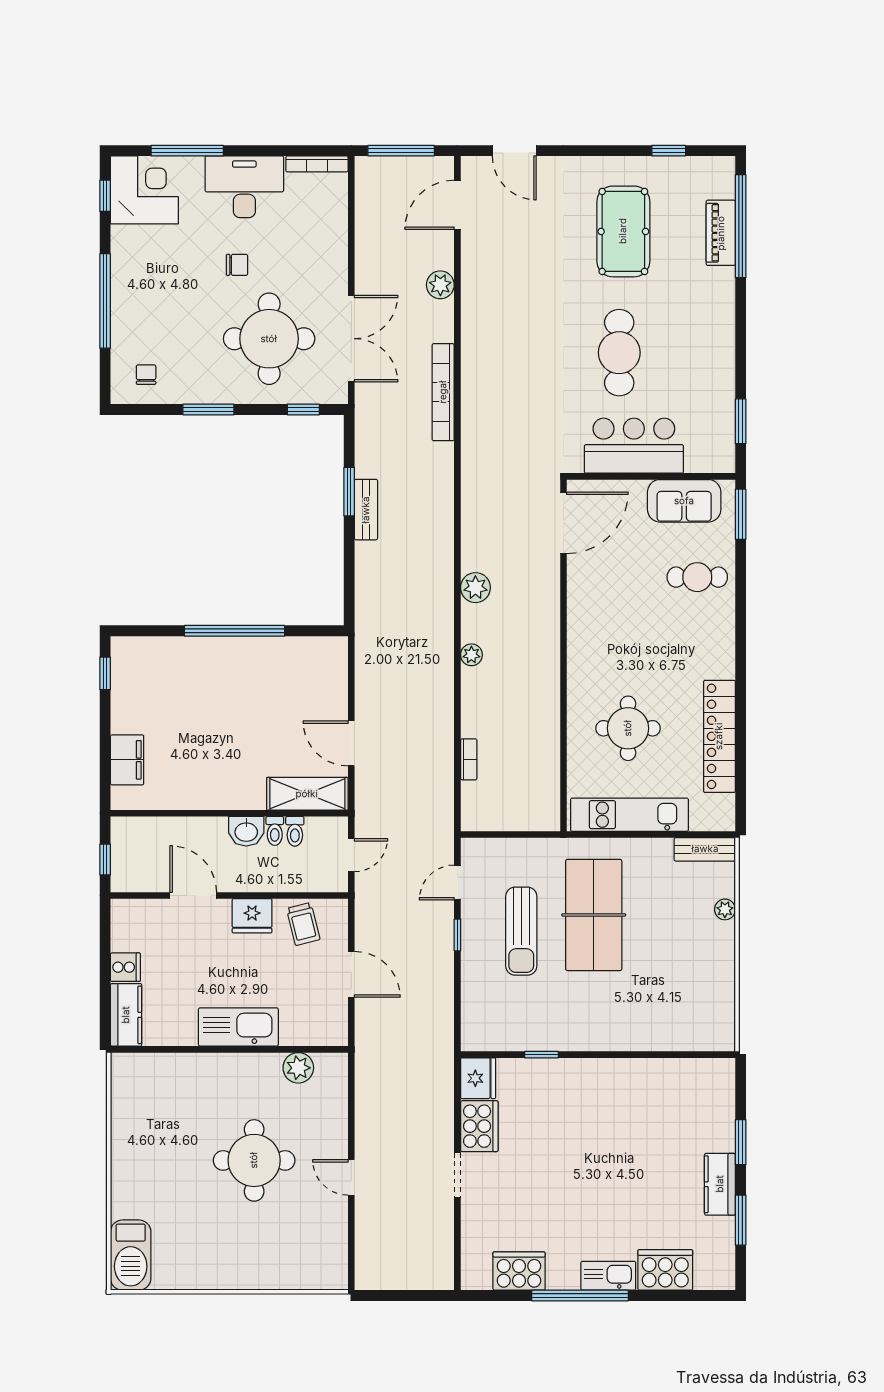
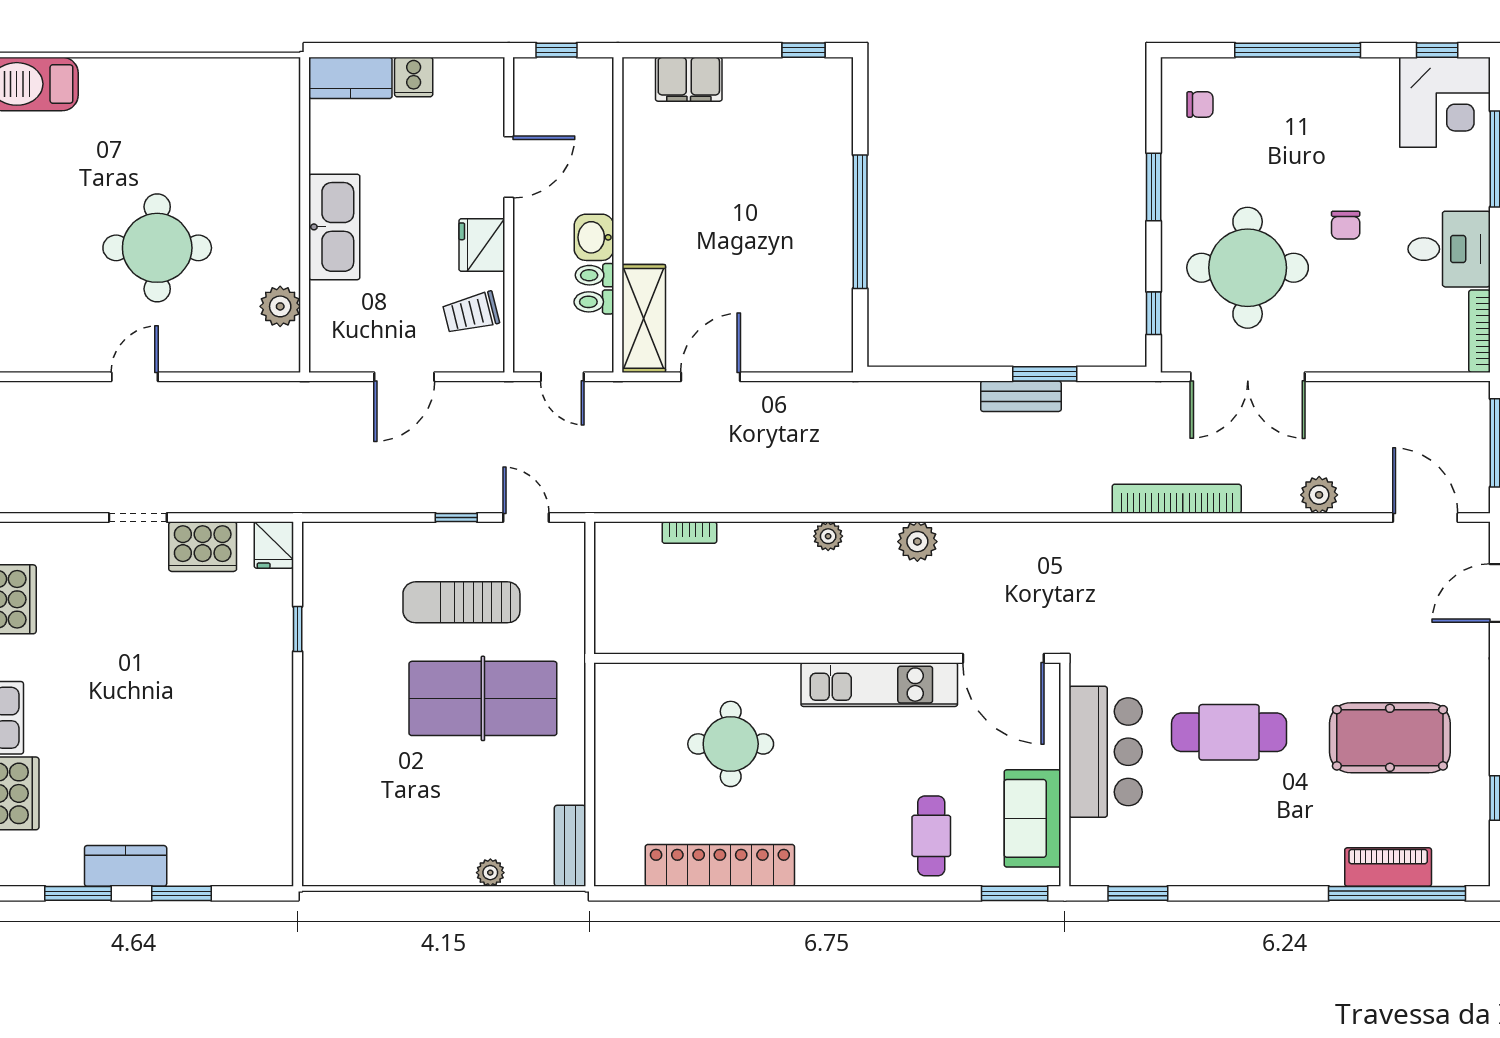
desk: (244, 187) -> (1449, 249), width x0.73
kitchen unit: (629, 815) -> (879, 685), moved, turned 90
fridge: (478, 1078) -> (274, 545), width x0.72

